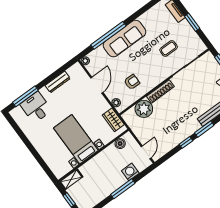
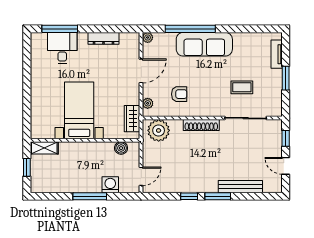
plant: (144, 109) -> (159, 130), moved

